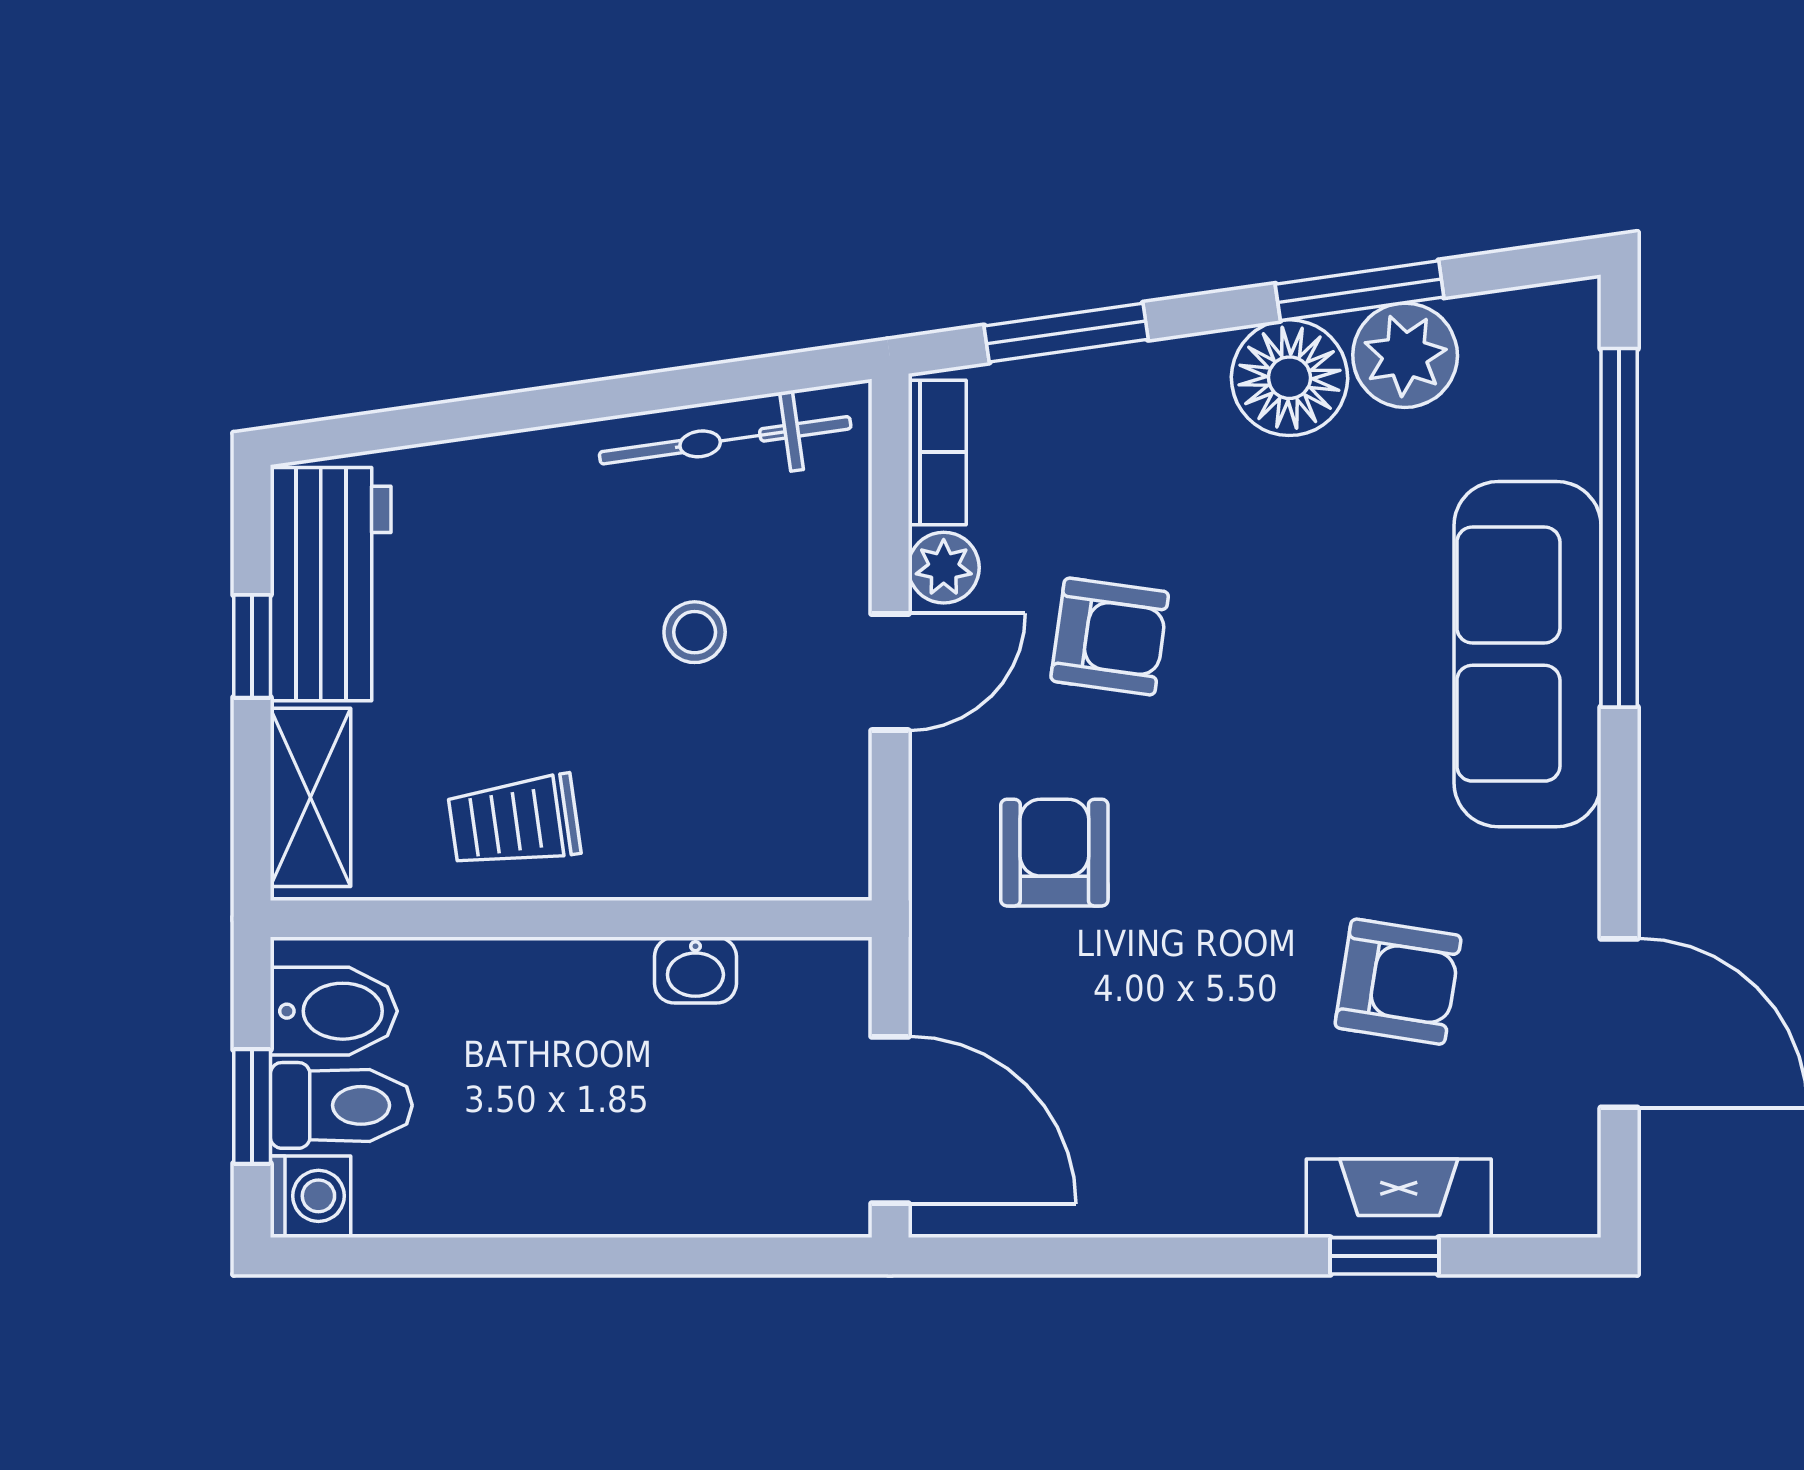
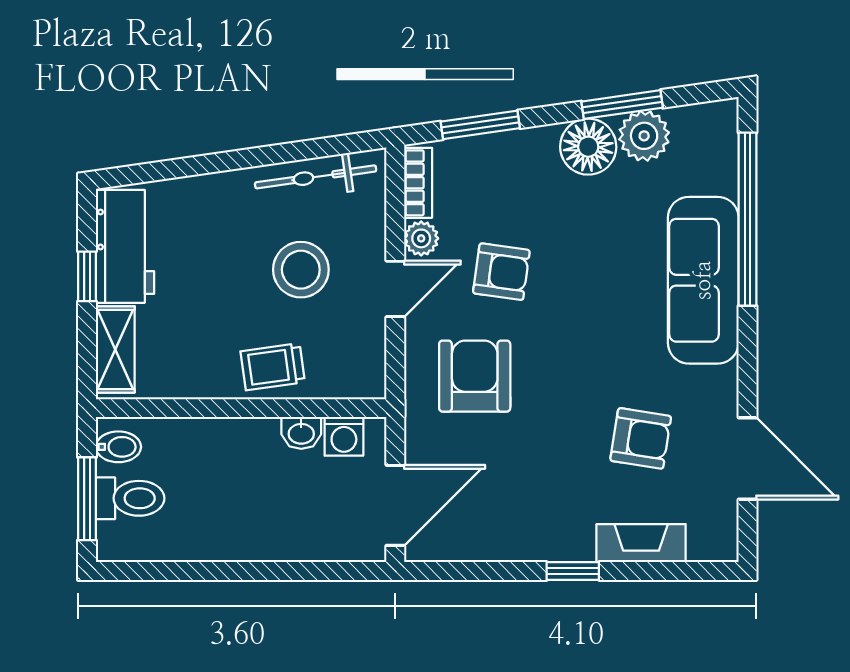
stool: (695, 632) -> (301, 270), width x1.89, depth x1.89
trolley: (514, 822) -> (273, 367), moved
armchair: (1054, 853) -> (475, 376), width x1.38, depth x1.38
bidet: (334, 1011) -> (118, 447), width x0.72, depth x0.74
window: (252, 1106) -> (87, 499), width x1.50
door: (890, 1120) -> (395, 505), hinge flipped
washing machine: (310, 1196) -> (344, 436), moved, turned 90
window: (1384, 1256) -> (573, 571), moved

